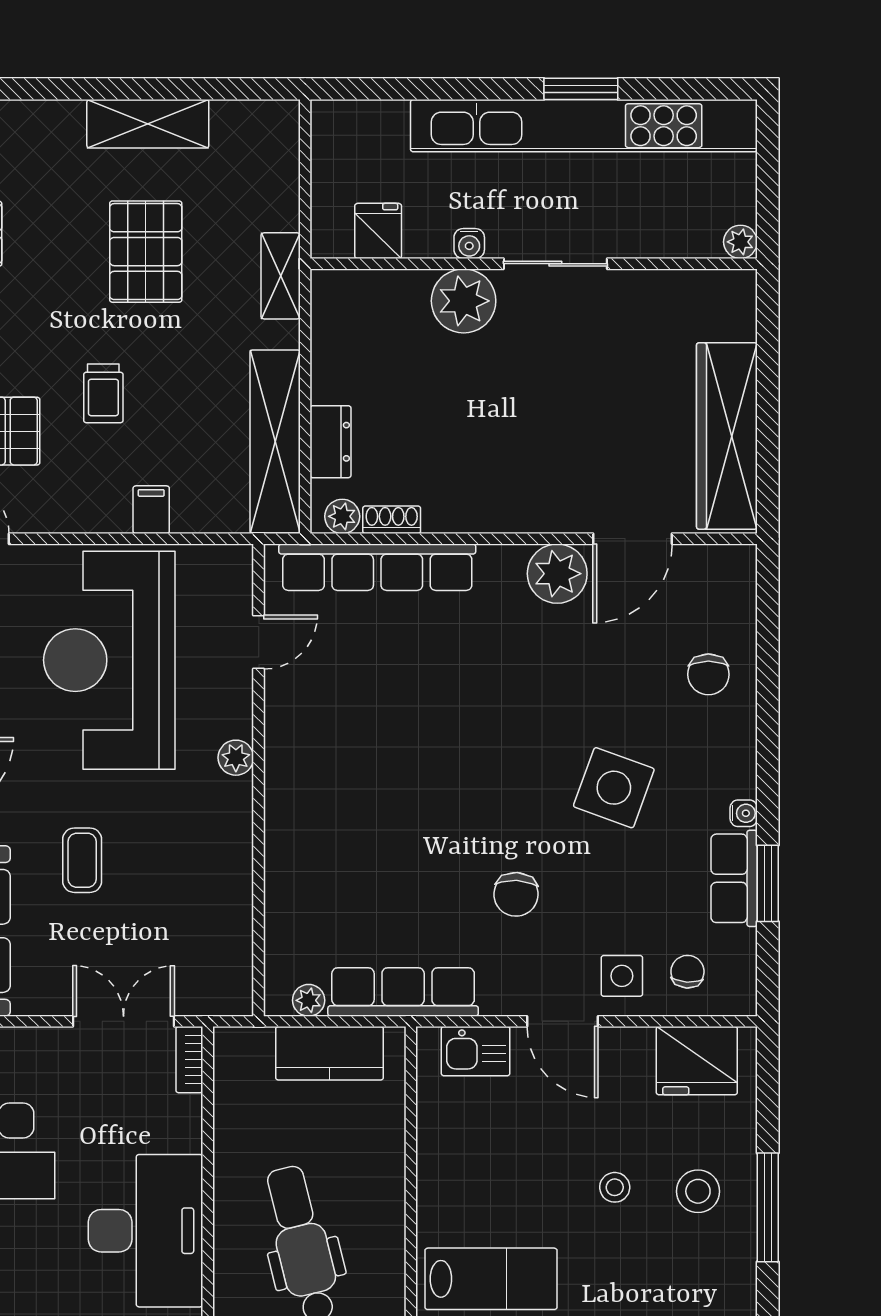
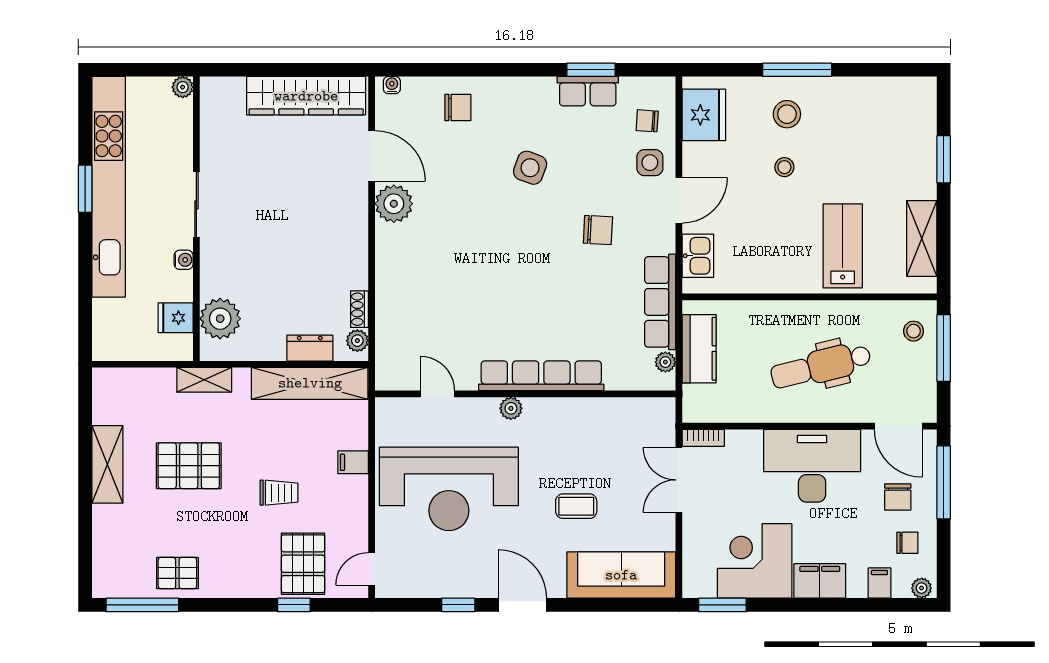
plant: (464, 301) -> (220, 319), moved
row of seats: (377, 567) -> (541, 376), moved, turned -90
side table: (614, 788) -> (530, 168), width x0.73, depth x0.73
water cooler: (744, 813) -> (392, 85), moved

